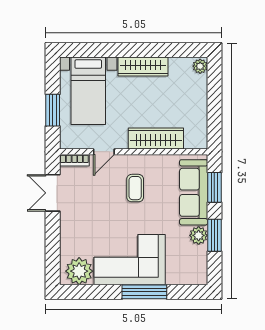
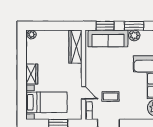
wardrobe: (143, 67) -> (32, 74), width x0.67
wardrobe: (156, 139) -> (75, 47), moved
coffee table: (135, 188) -> (111, 96), moved

